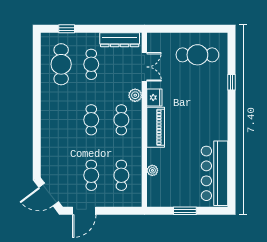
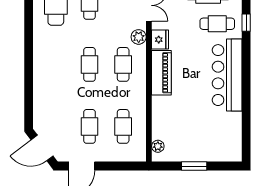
cafe table: (206, 83) -> (217, 24), added
plant: (152, 170) -> (158, 146), moved
bar counter: (214, 173) -> (227, 75), moved

